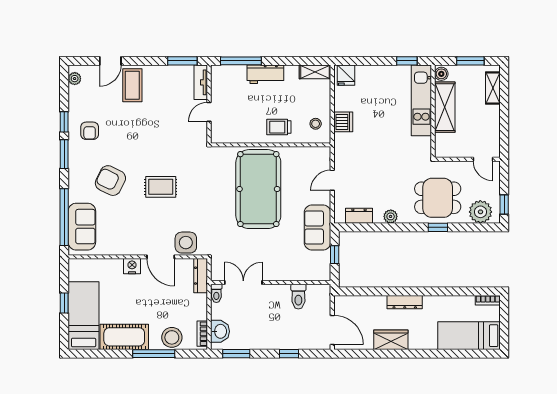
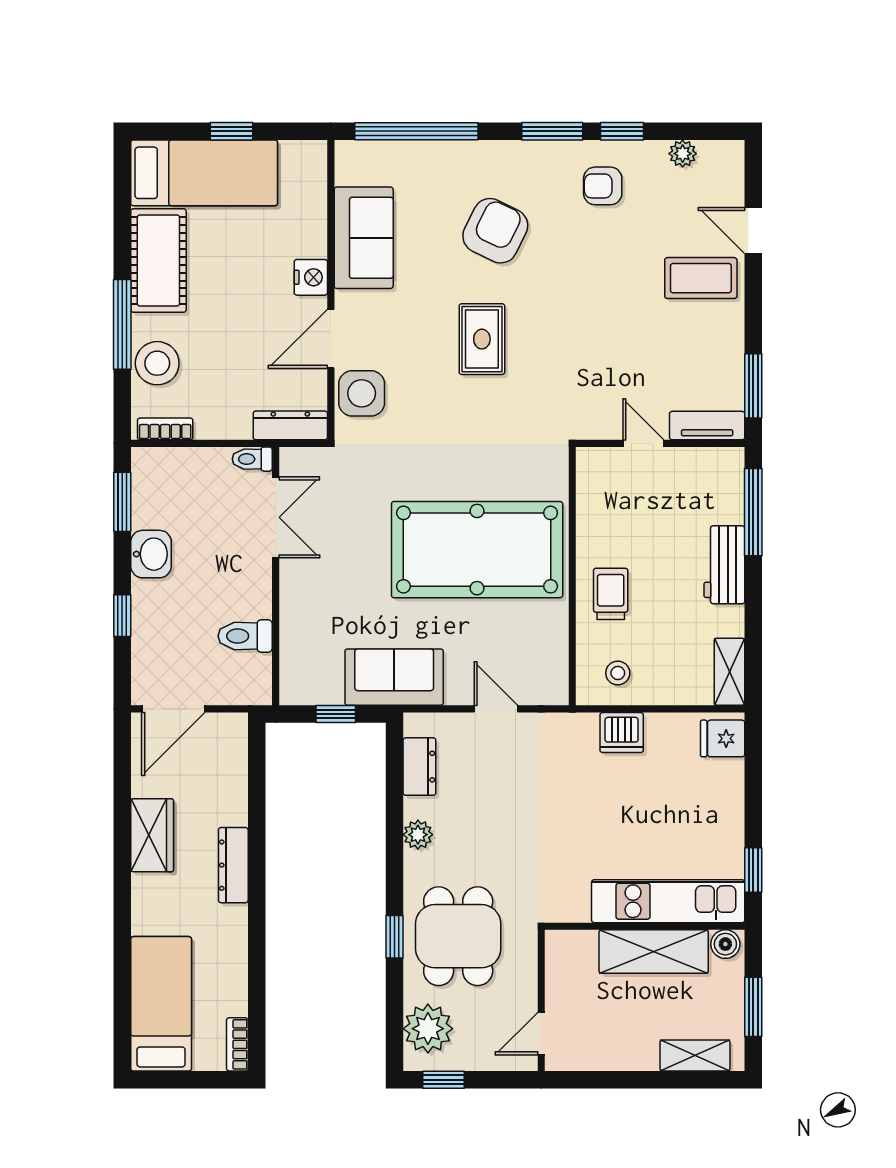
plant: (75, 79) -> (683, 154), moved
sofa: (82, 227) -> (364, 238), moved, turned -90
washbasin: (220, 331) -> (151, 554), moved, turned -90

